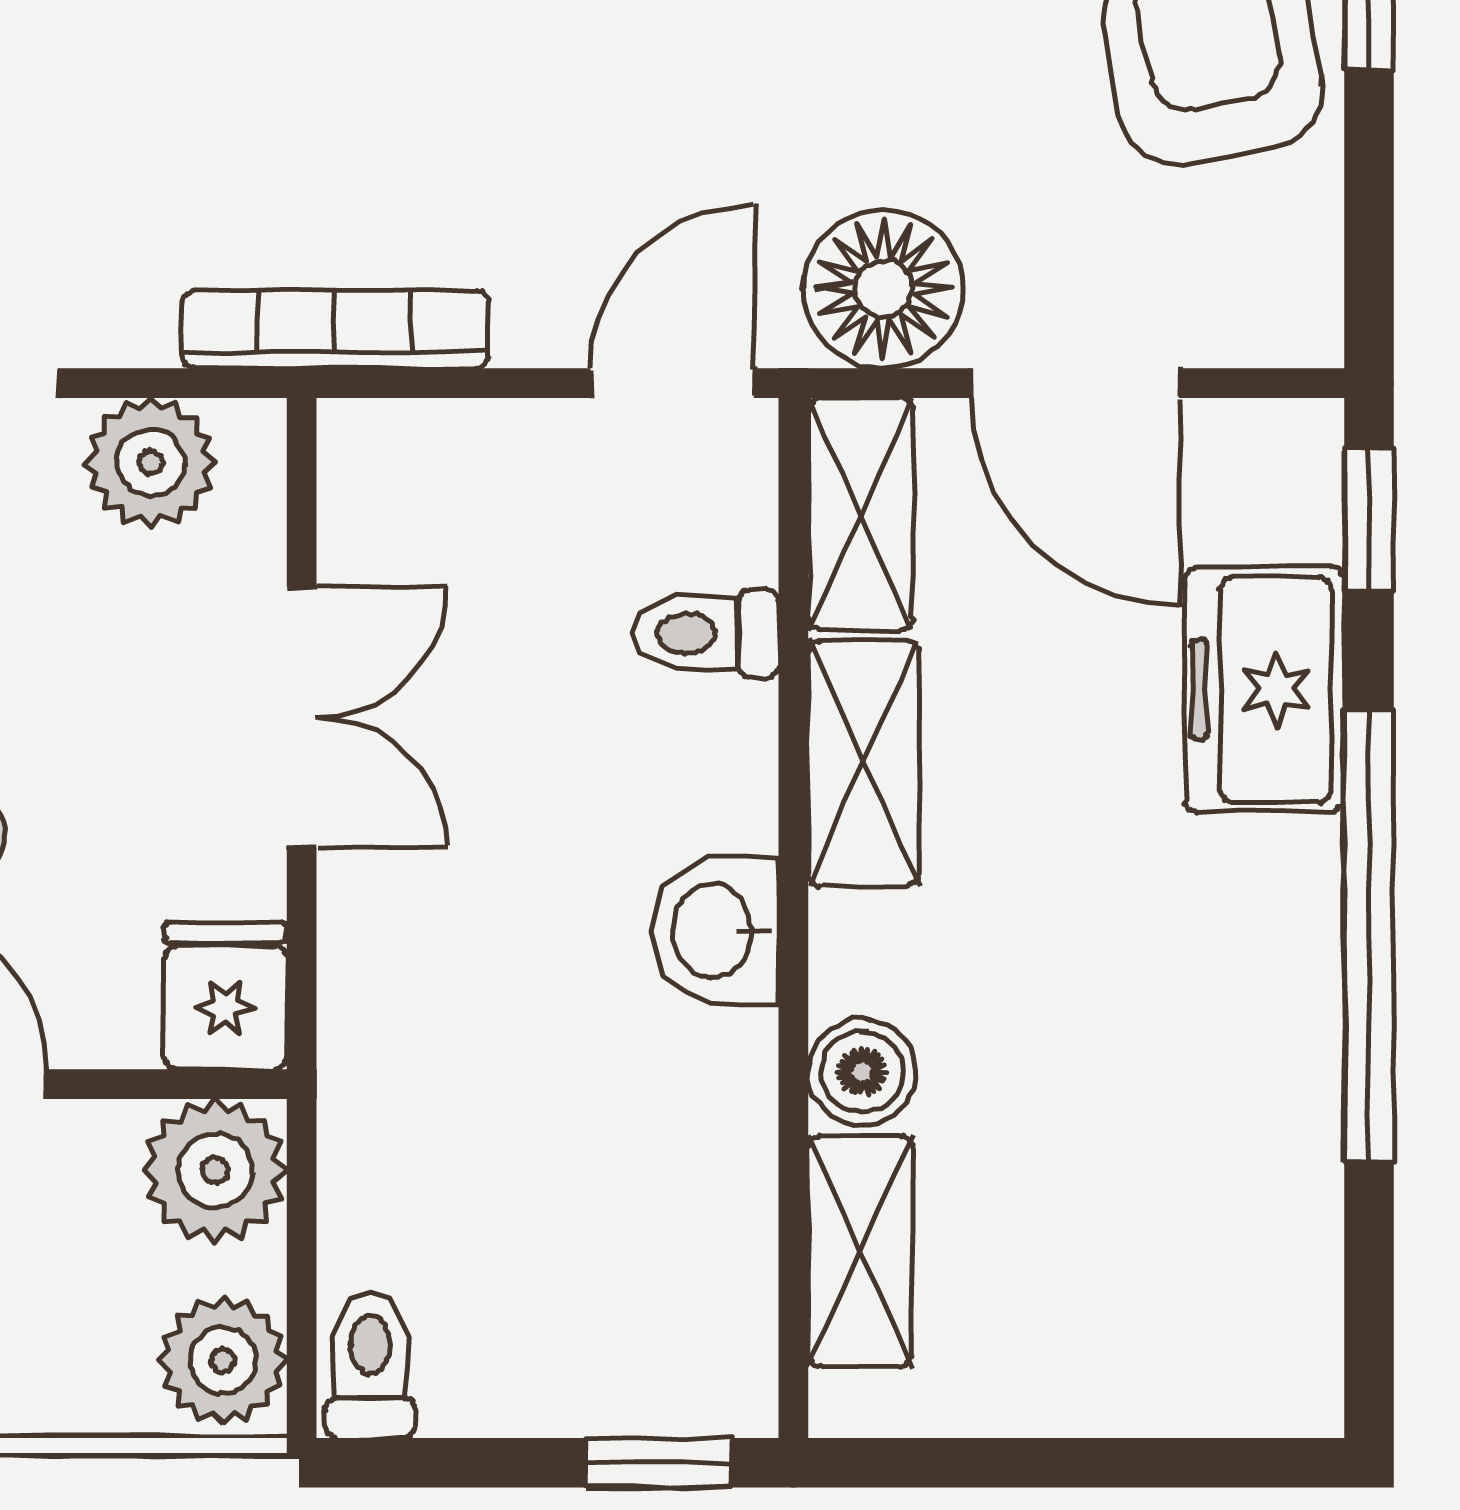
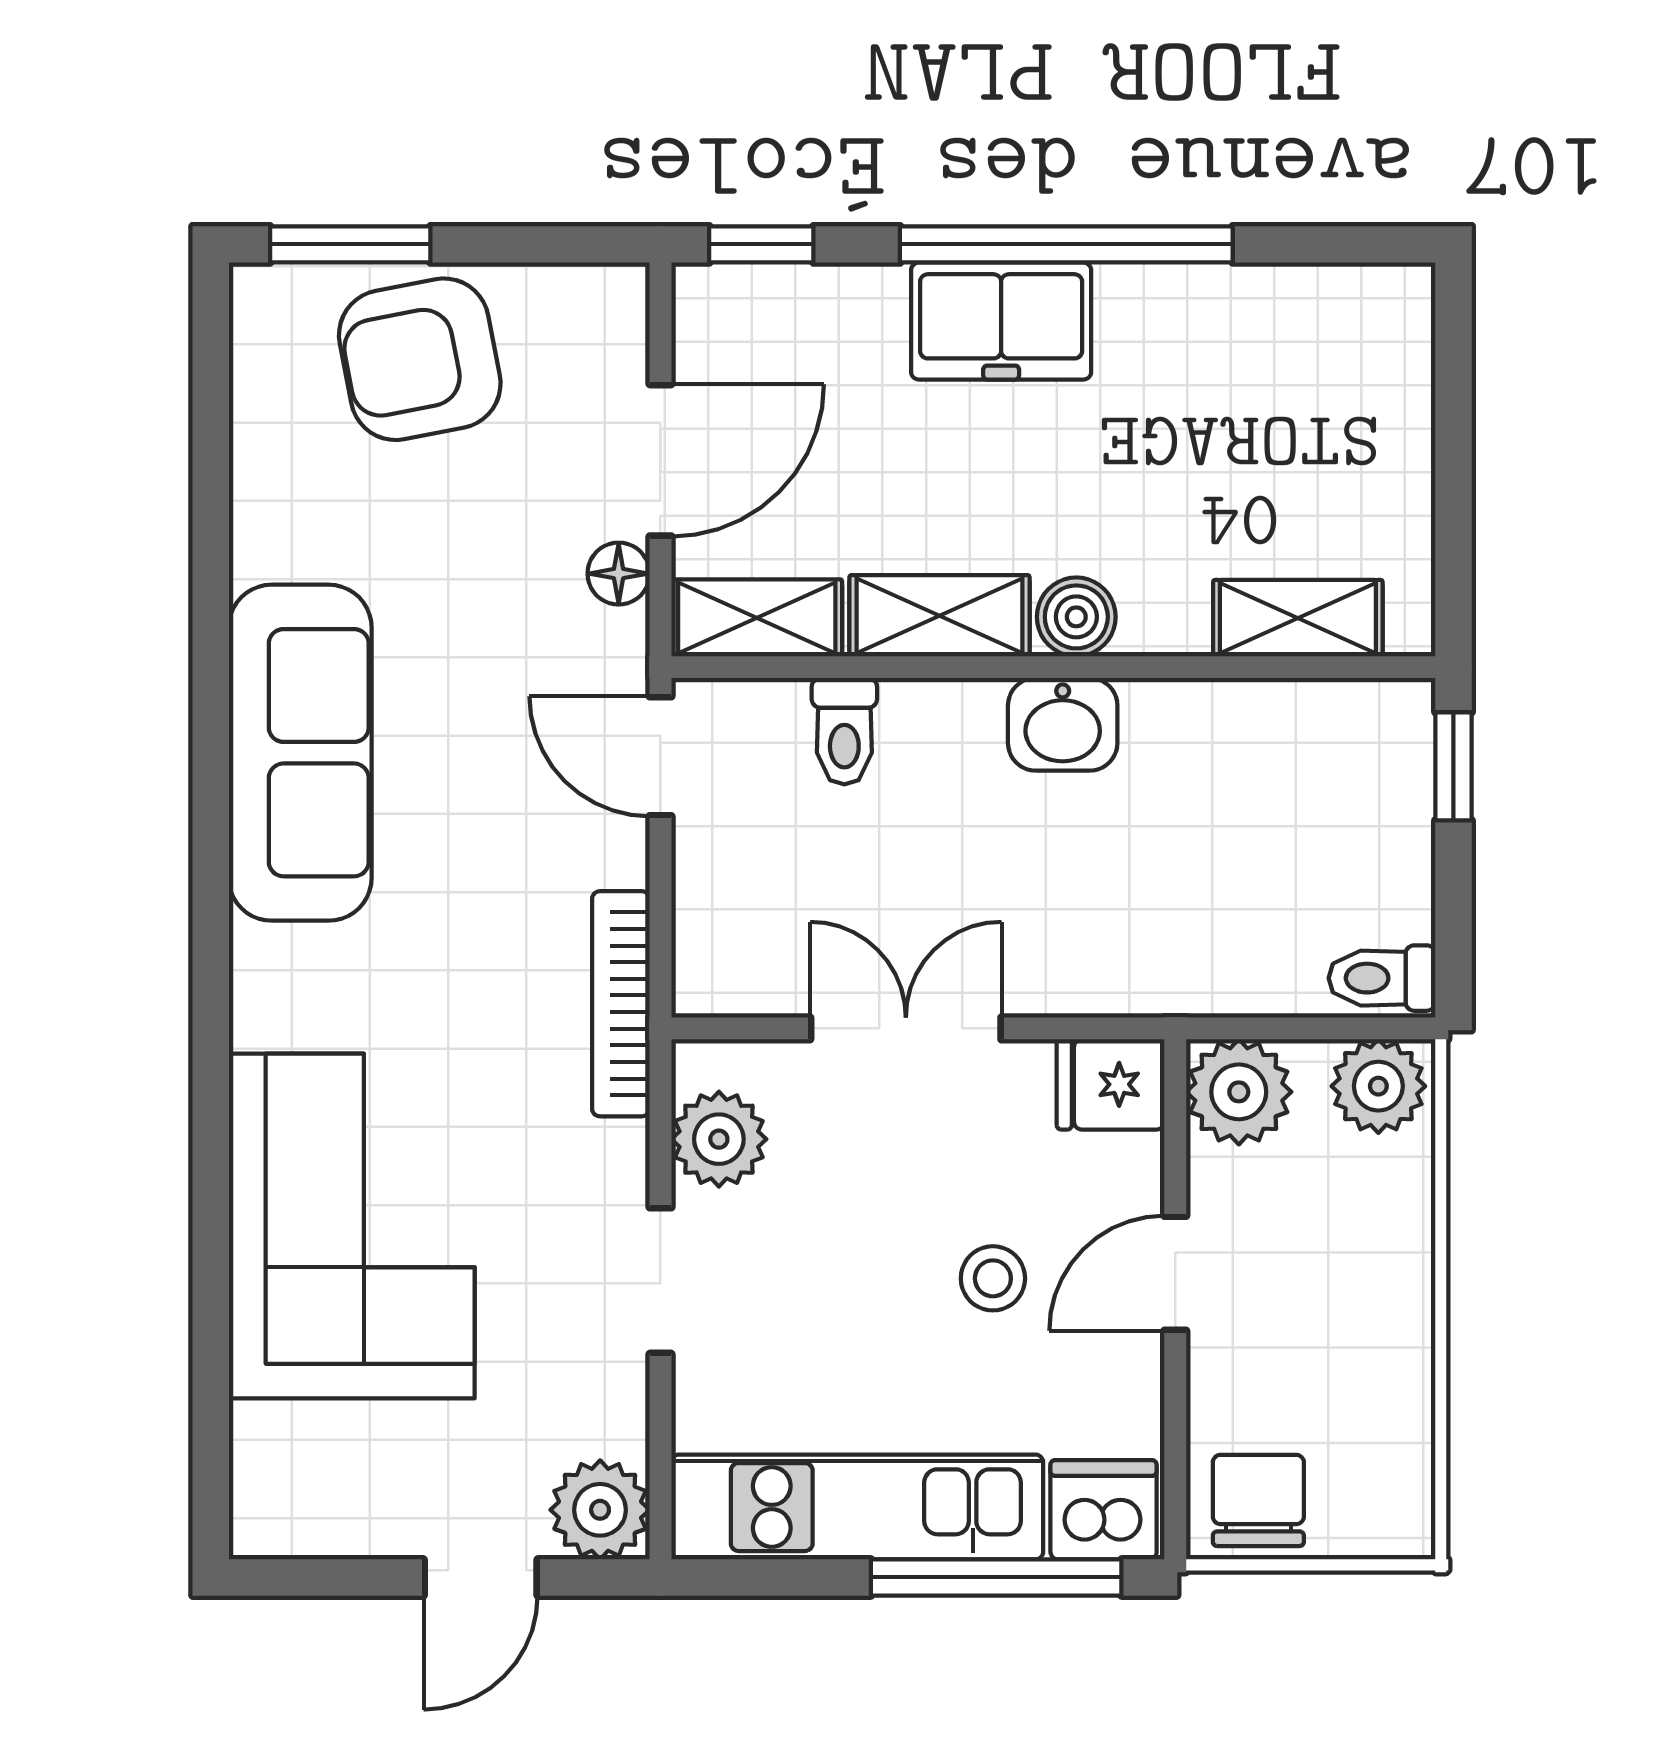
floor lamp: (883, 289) -> (619, 574), width x0.53, depth x0.53
freezer: (1265, 690) -> (1001, 321), moved
boiler: (862, 1072) -> (1076, 617), moved

